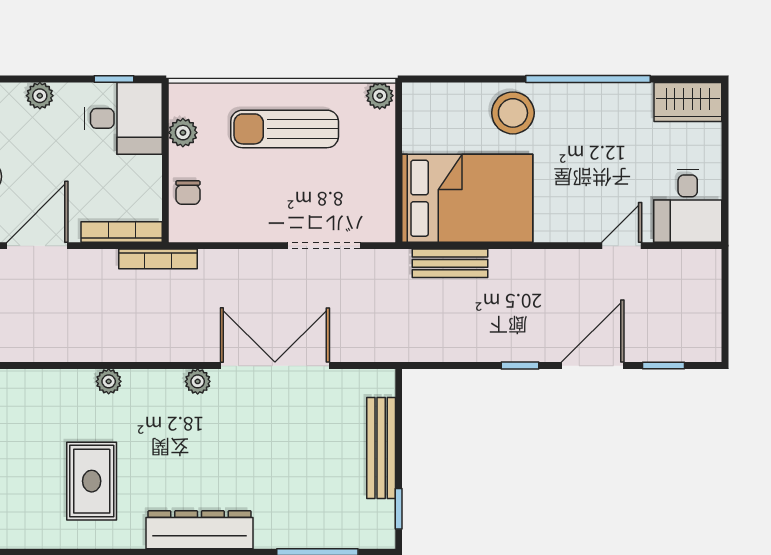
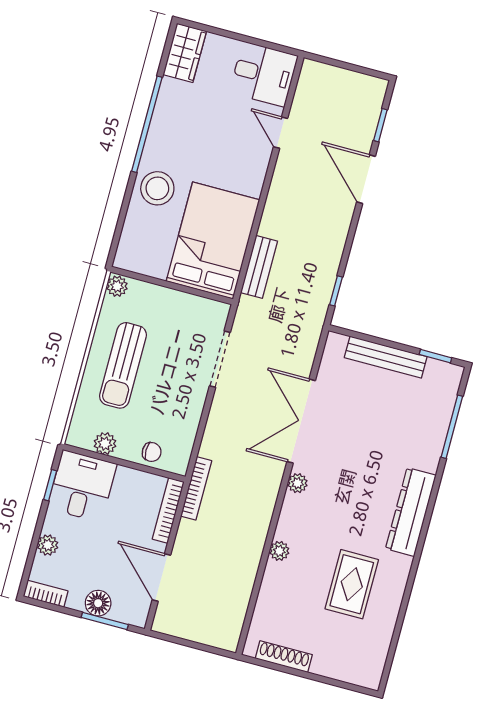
window: (520, 366) -> (336, 291), moved
rug: (92, 481) -> (352, 584), turned 90

